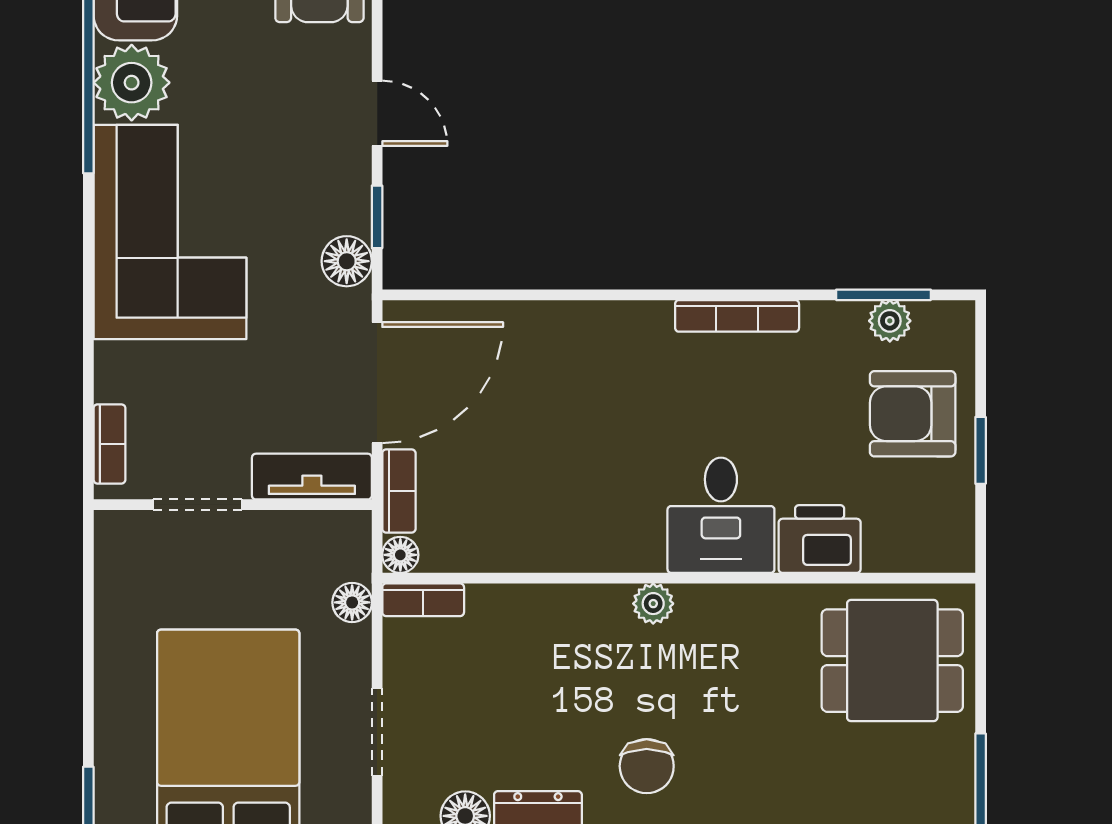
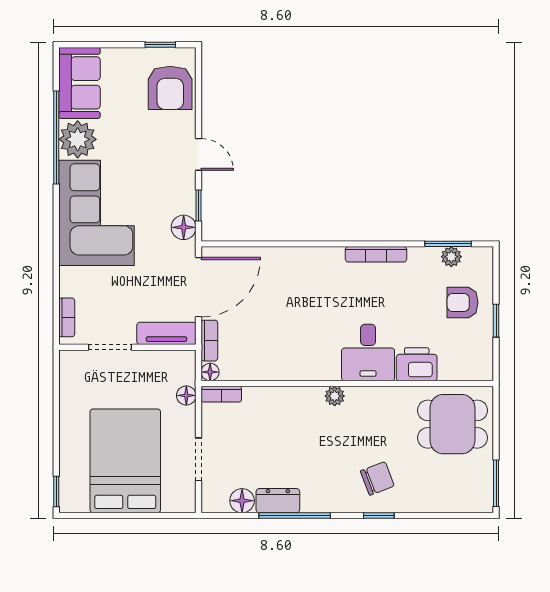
armchair: (913, 414) -> (463, 302), width x0.72, depth x0.72
chair: (647, 766) -> (377, 478), moved, turned -111

